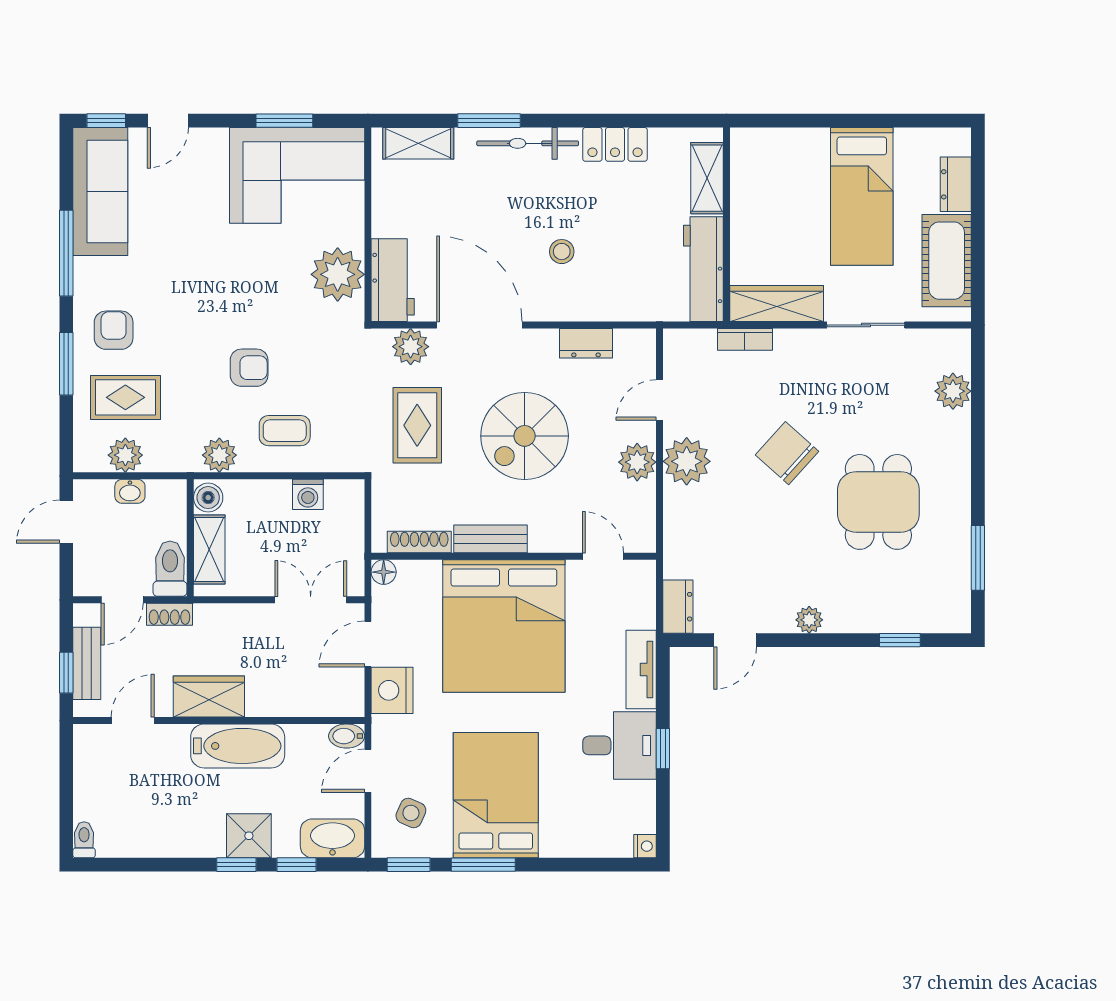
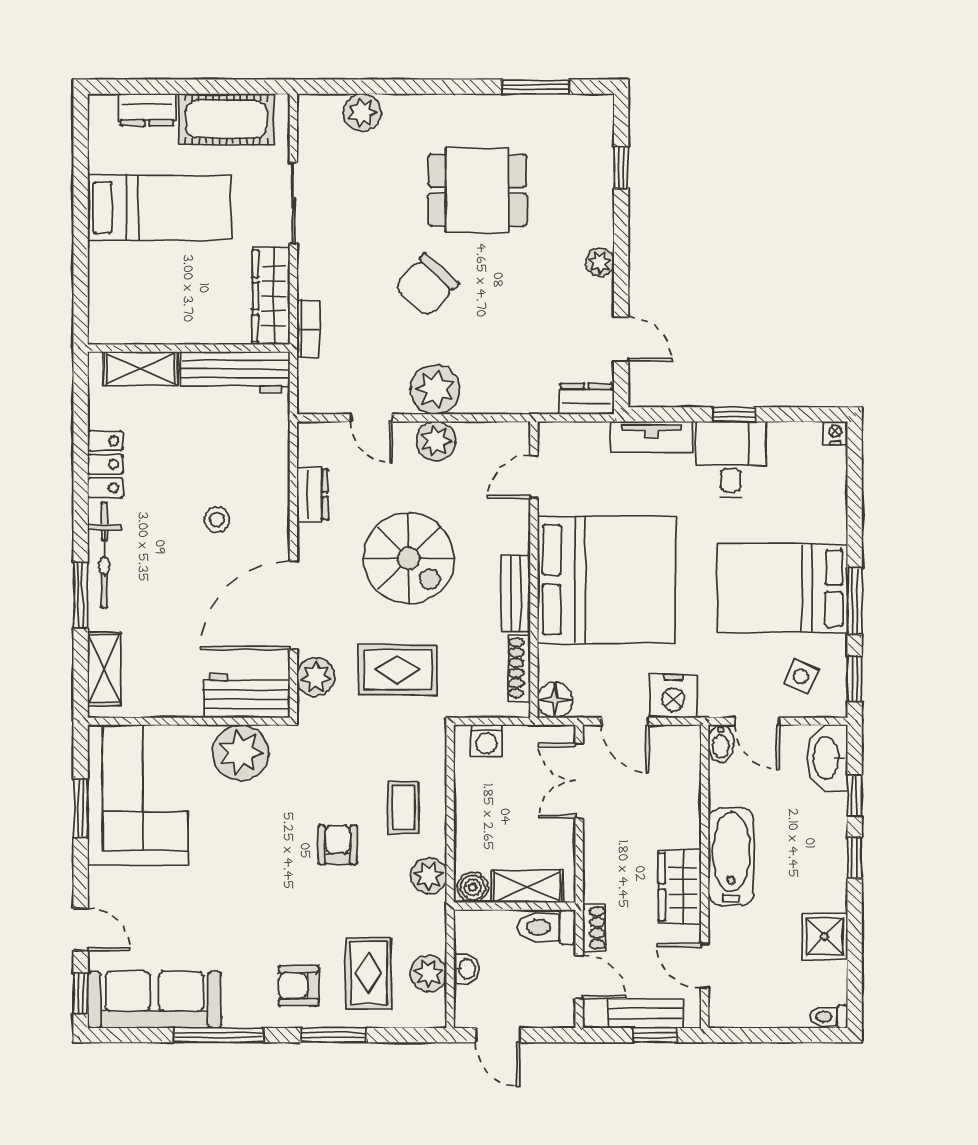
washing machine: (308, 494) -> (486, 741), moved, turned 90
floor lamp: (384, 572) -> (555, 700), width x1.37, depth x1.37
shower: (249, 836) -> (825, 936), moved

